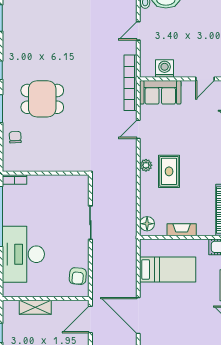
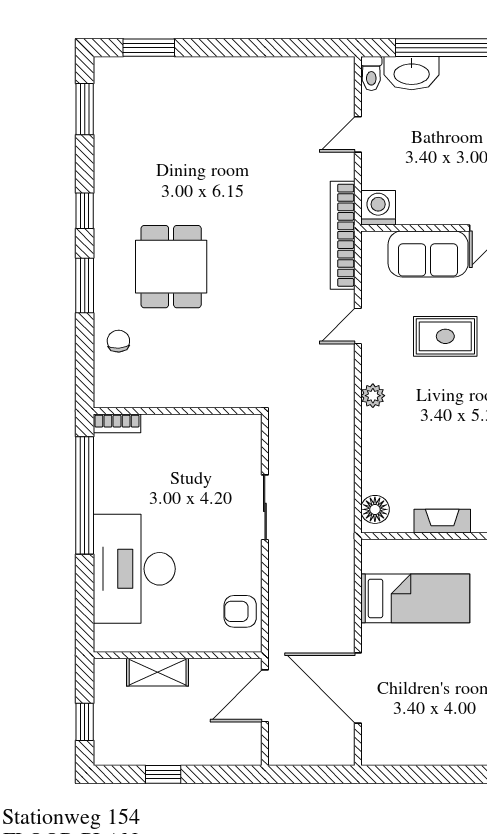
washing machine: (165, 69) -> (378, 208), moved
sofa: (160, 92) -> (428, 254), moved
dining table: (42, 99) -> (171, 267), turned 90
rug: (169, 171) -> (445, 336), moved, turned 90
armchair: (78, 276) -> (240, 611), turned 85

